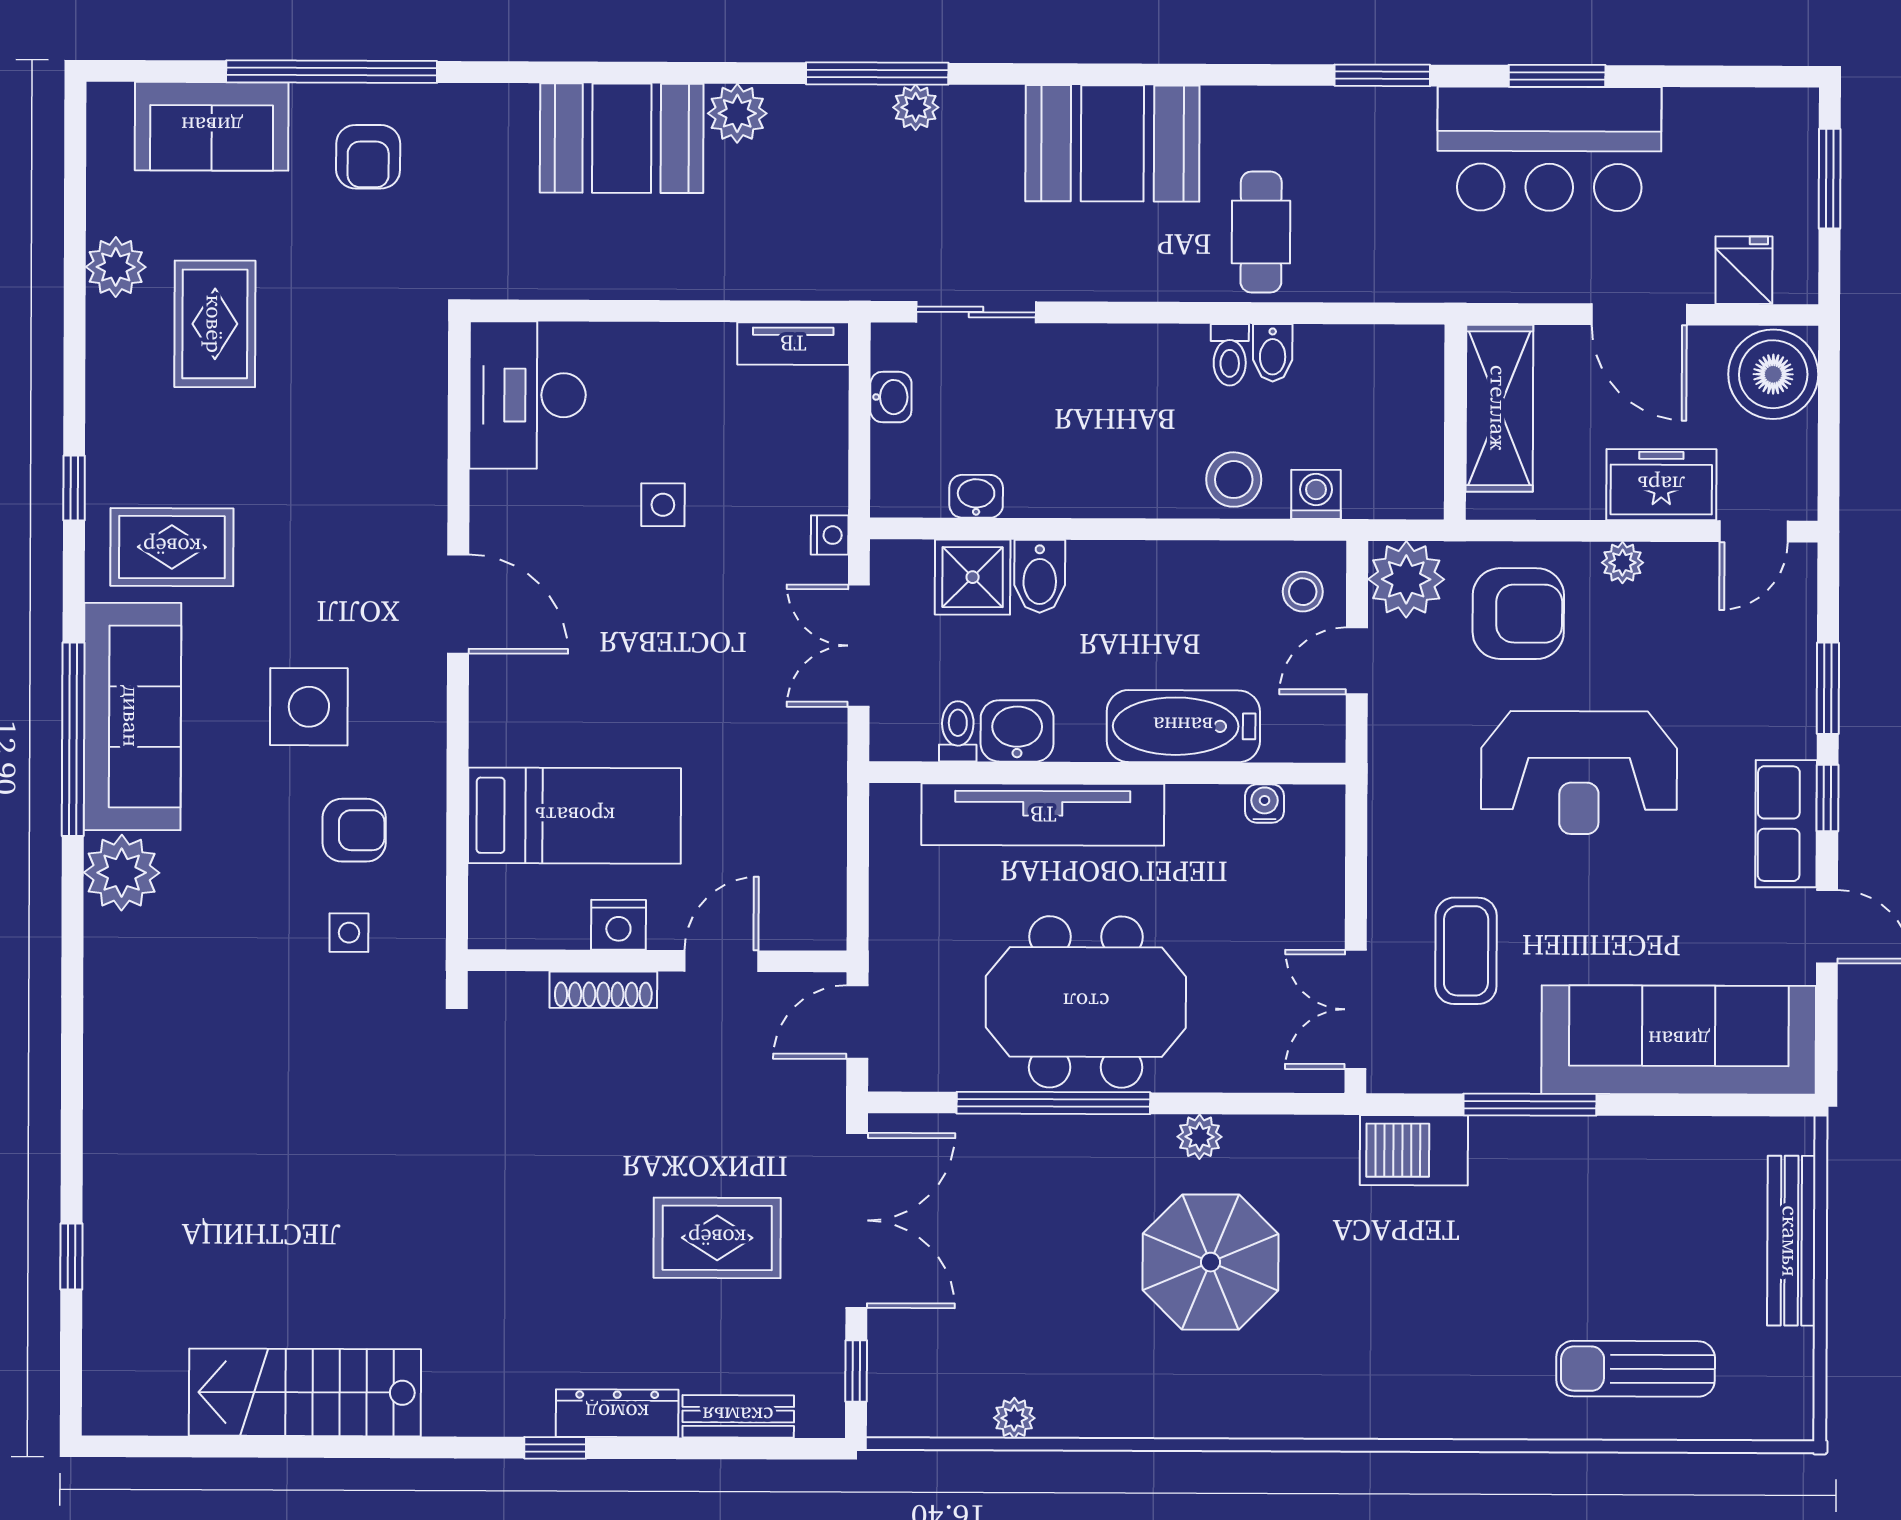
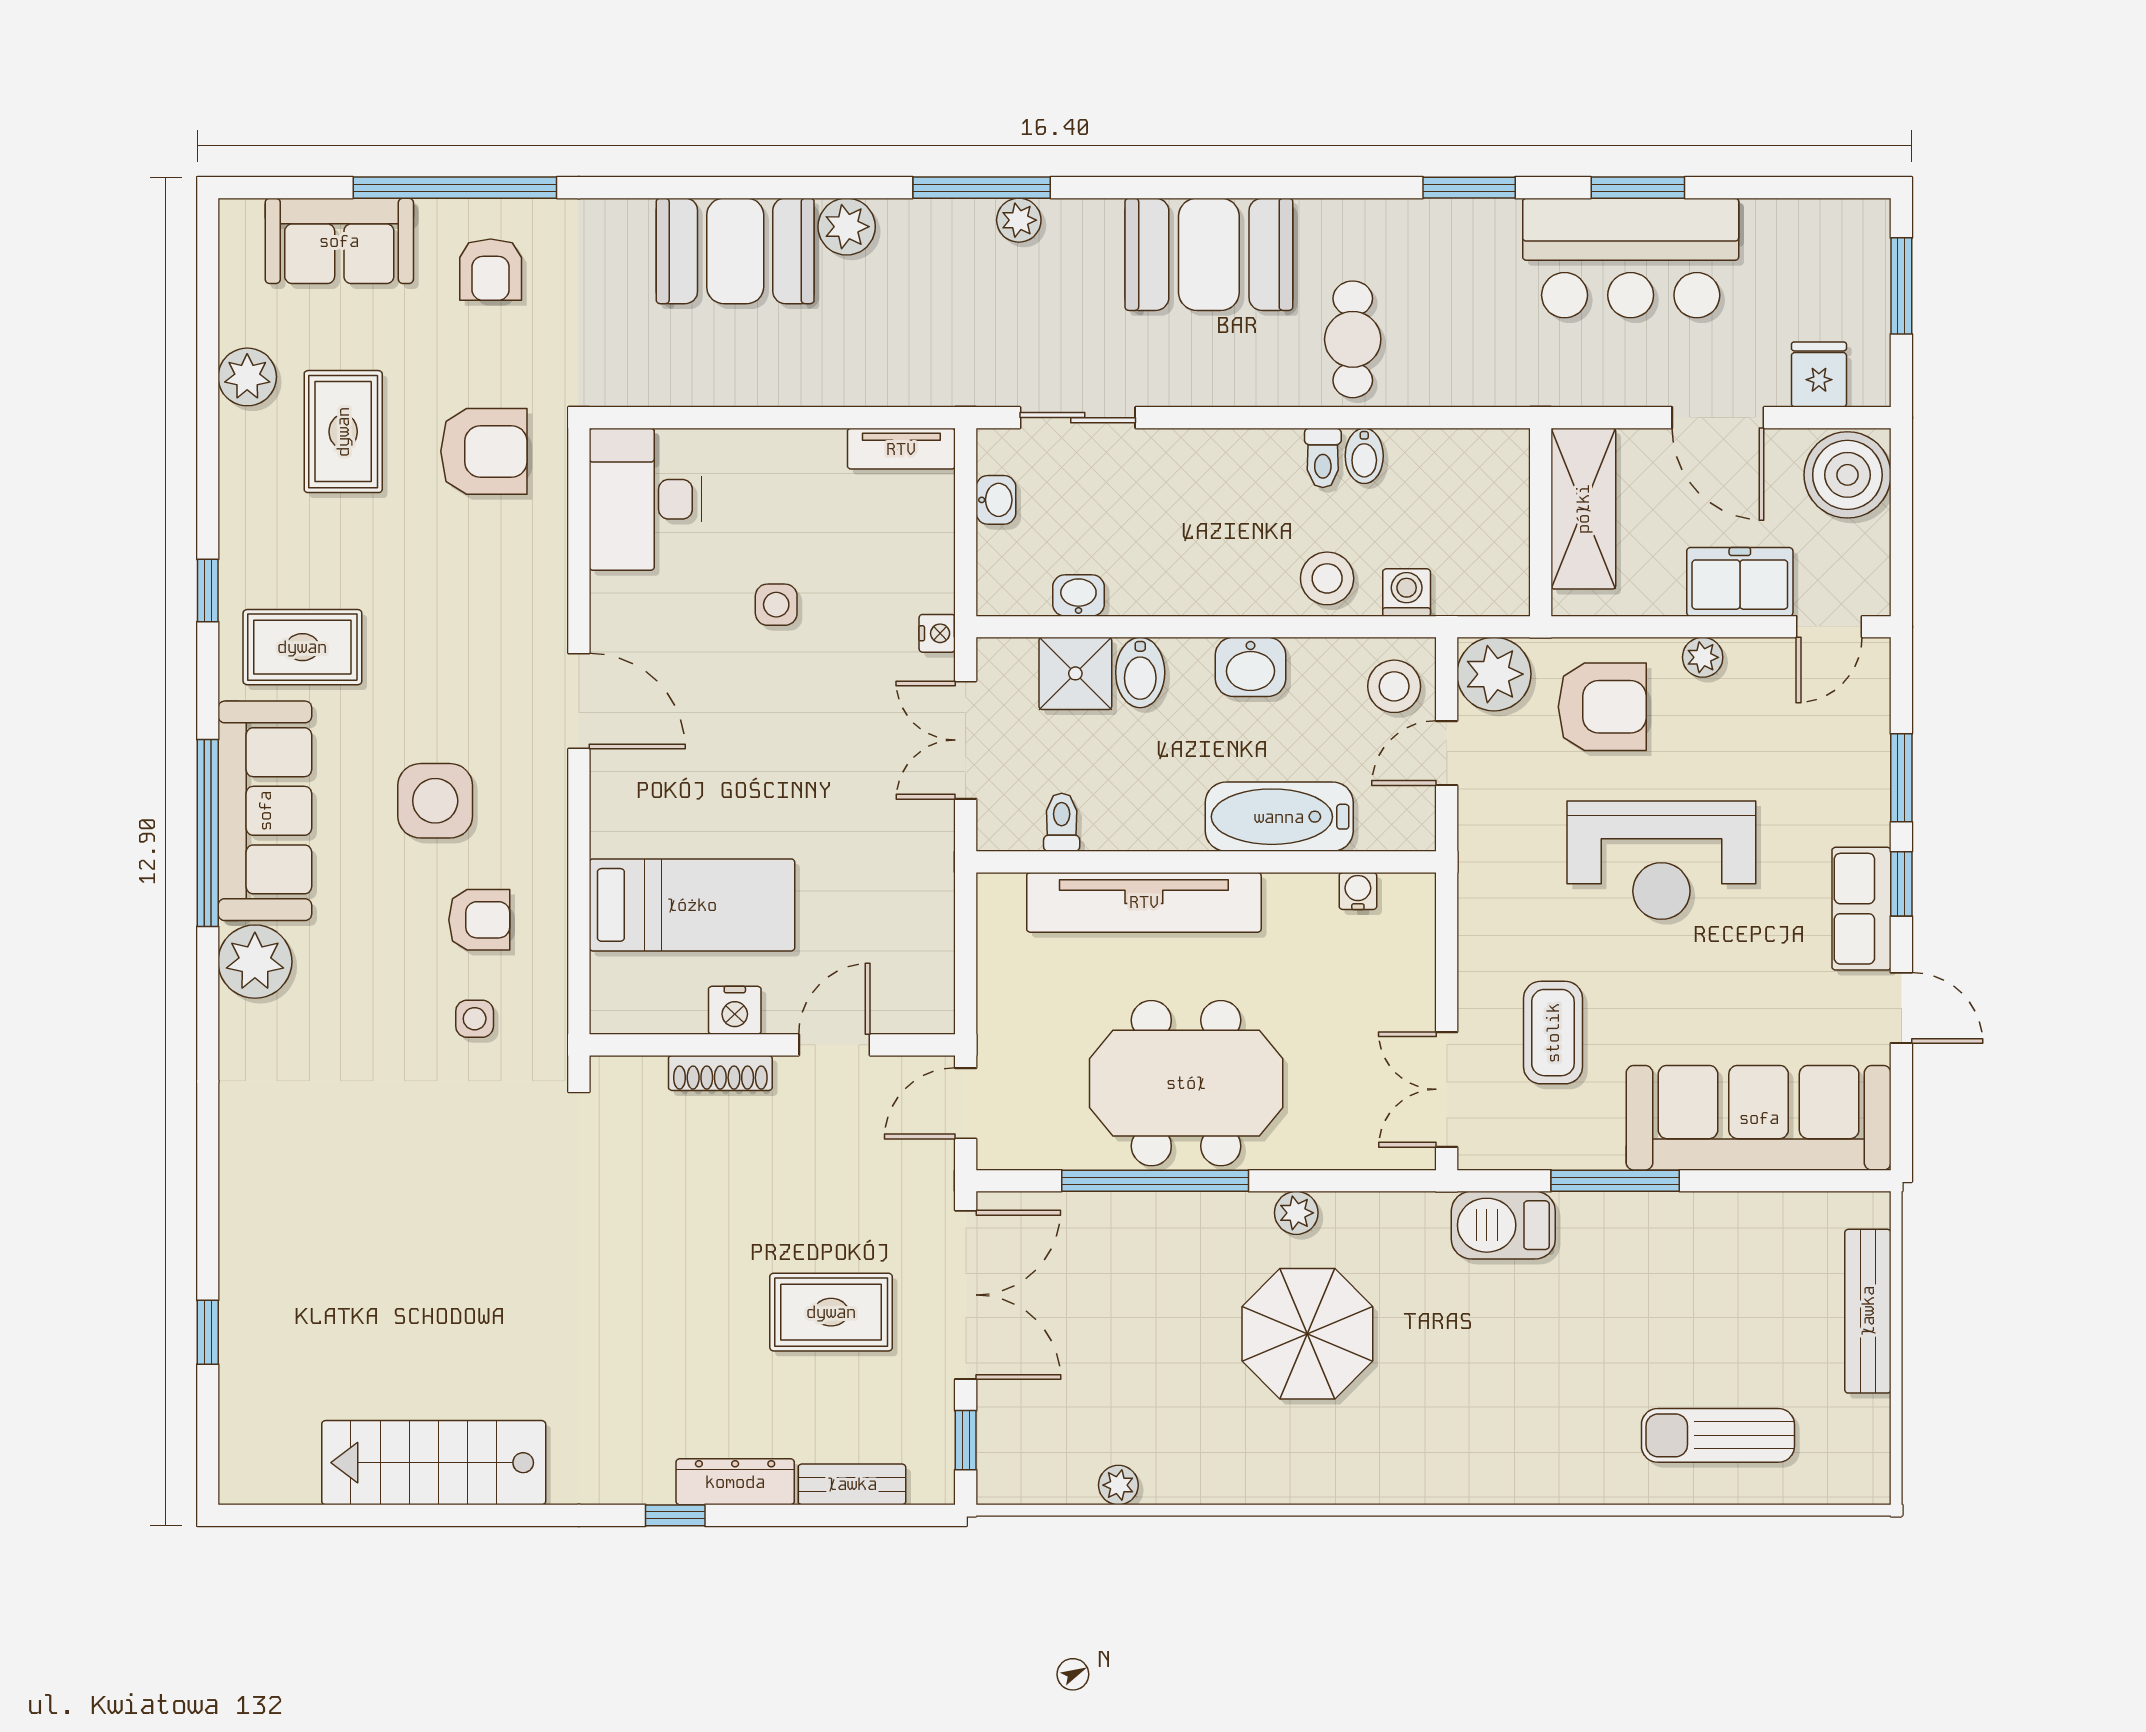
armchair: (361, 345) -> (484, 451), added
stool: (1303, 592) -> (1394, 686), width x1.37, depth x1.37
washbasin: (1017, 731) -> (1250, 667), moved, turned 180

